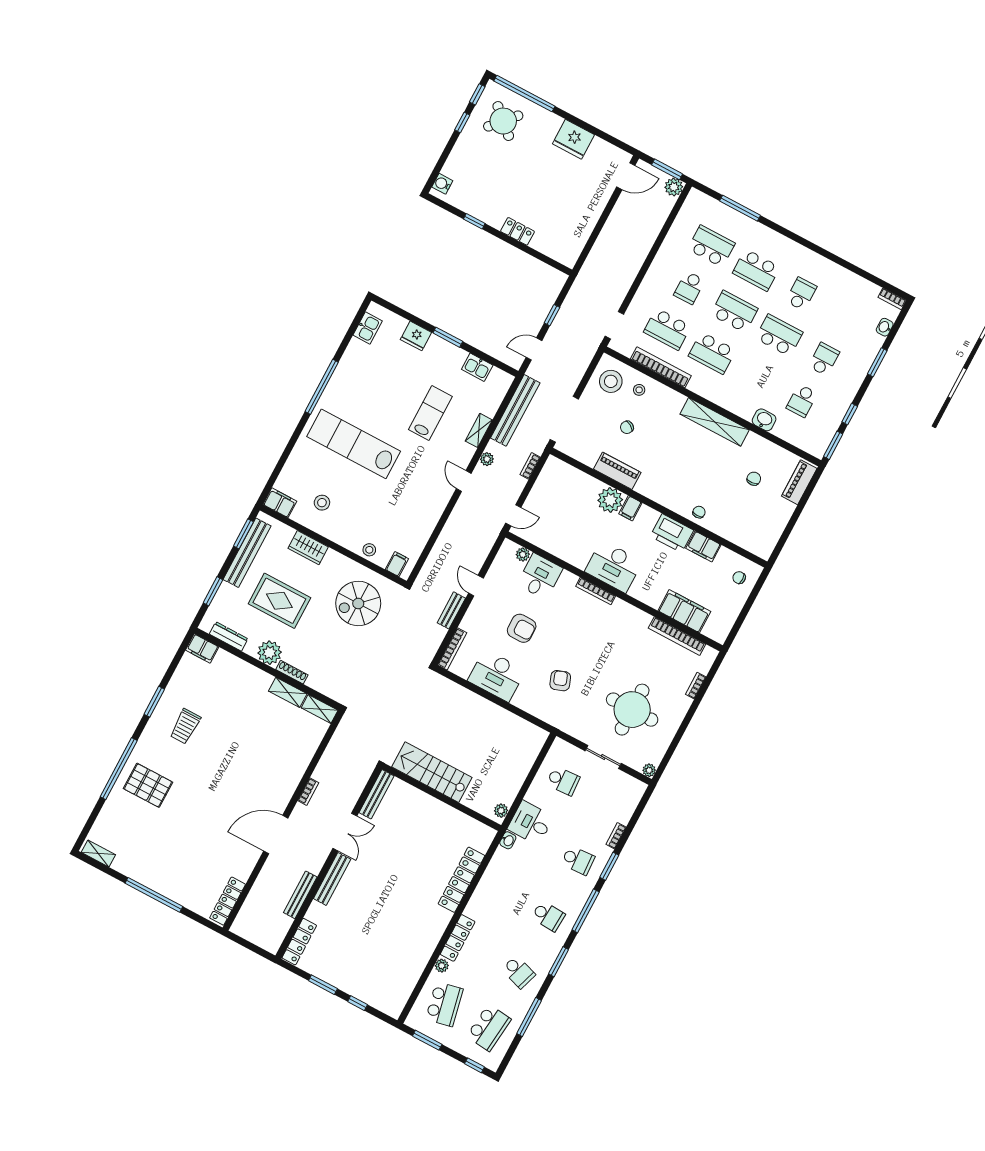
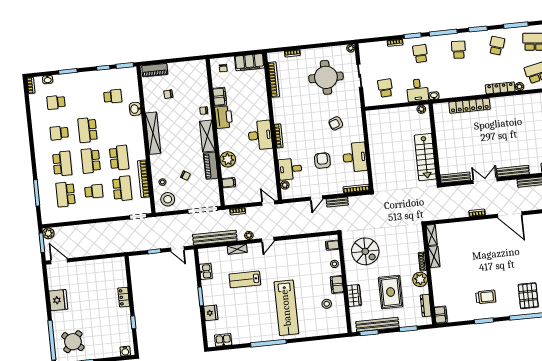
school desk: (824, 359) -> (56, 102), moved
shelving: (661, 493) -> (207, 136), added
filing cabinet: (280, 503) -> (337, 285), moved
filing cabinet: (630, 508) -> (229, 183), moved
filing cabinet: (684, 611) -> (249, 62), moved, turned -90

